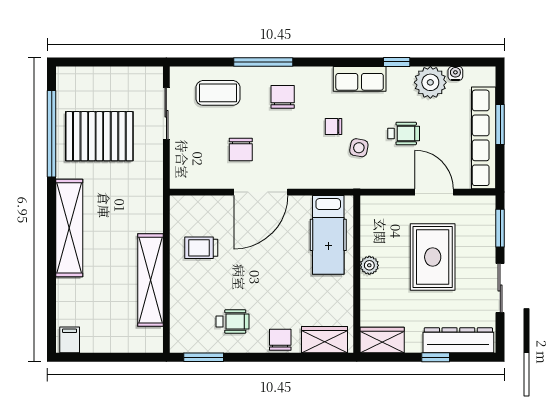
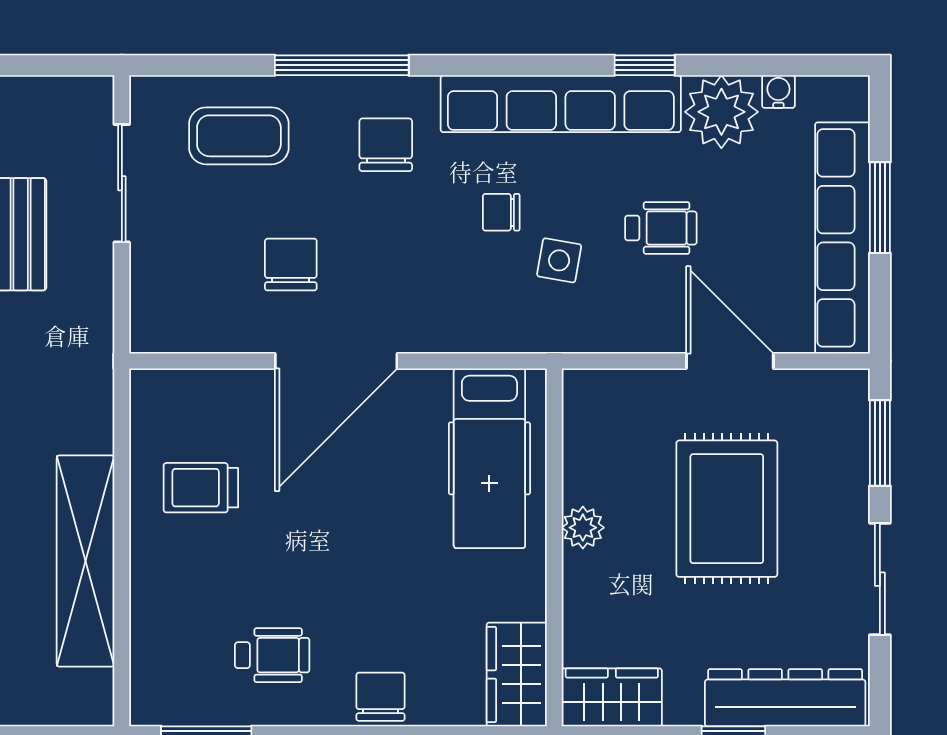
row of seats: (360, 79) -> (561, 104), width x2.02
chair: (241, 150) -> (291, 265), turned 180
wardrobe: (324, 340) -> (517, 674), moved, turned -90

